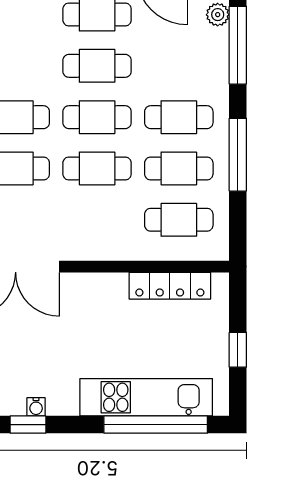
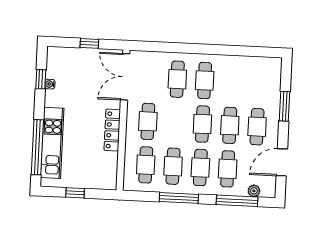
cafe table: (179, 66) -> (228, 169), added
cafe table: (97, 168) -> (148, 121), moved
locker: (170, 286) -> (112, 130), moved

